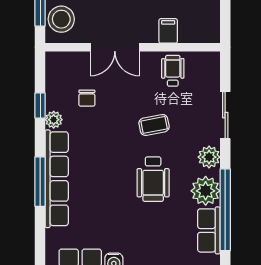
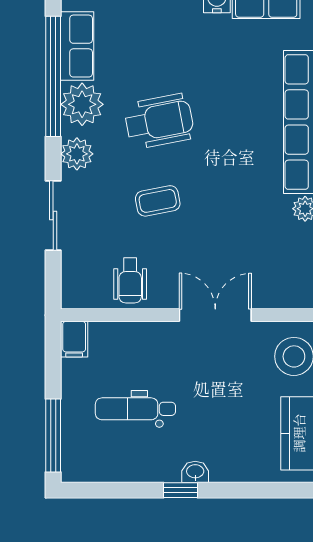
filing cabinet: (168, 31) -> (74, 339), moved
chair: (87, 98) -> (256, 240), removed
wheelchair: (153, 179) -> (159, 121), turned 79

